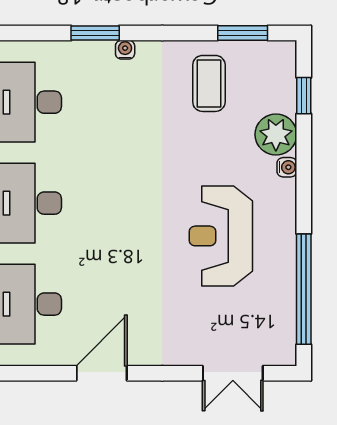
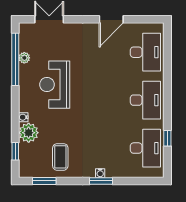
window: (95, 33) -> (101, 181), moved
reception desk: (221, 236) -> (55, 85), turned 180
plant: (285, 292) -> (24, 58), added

